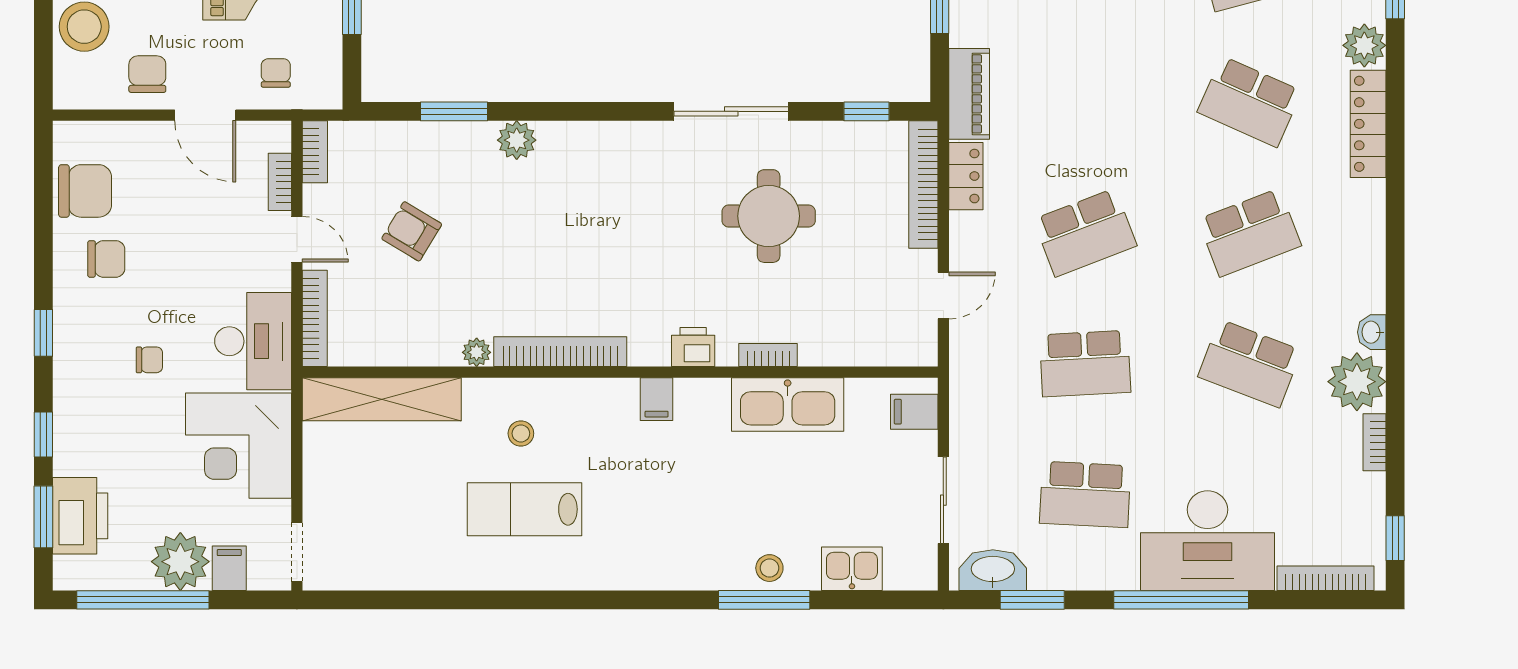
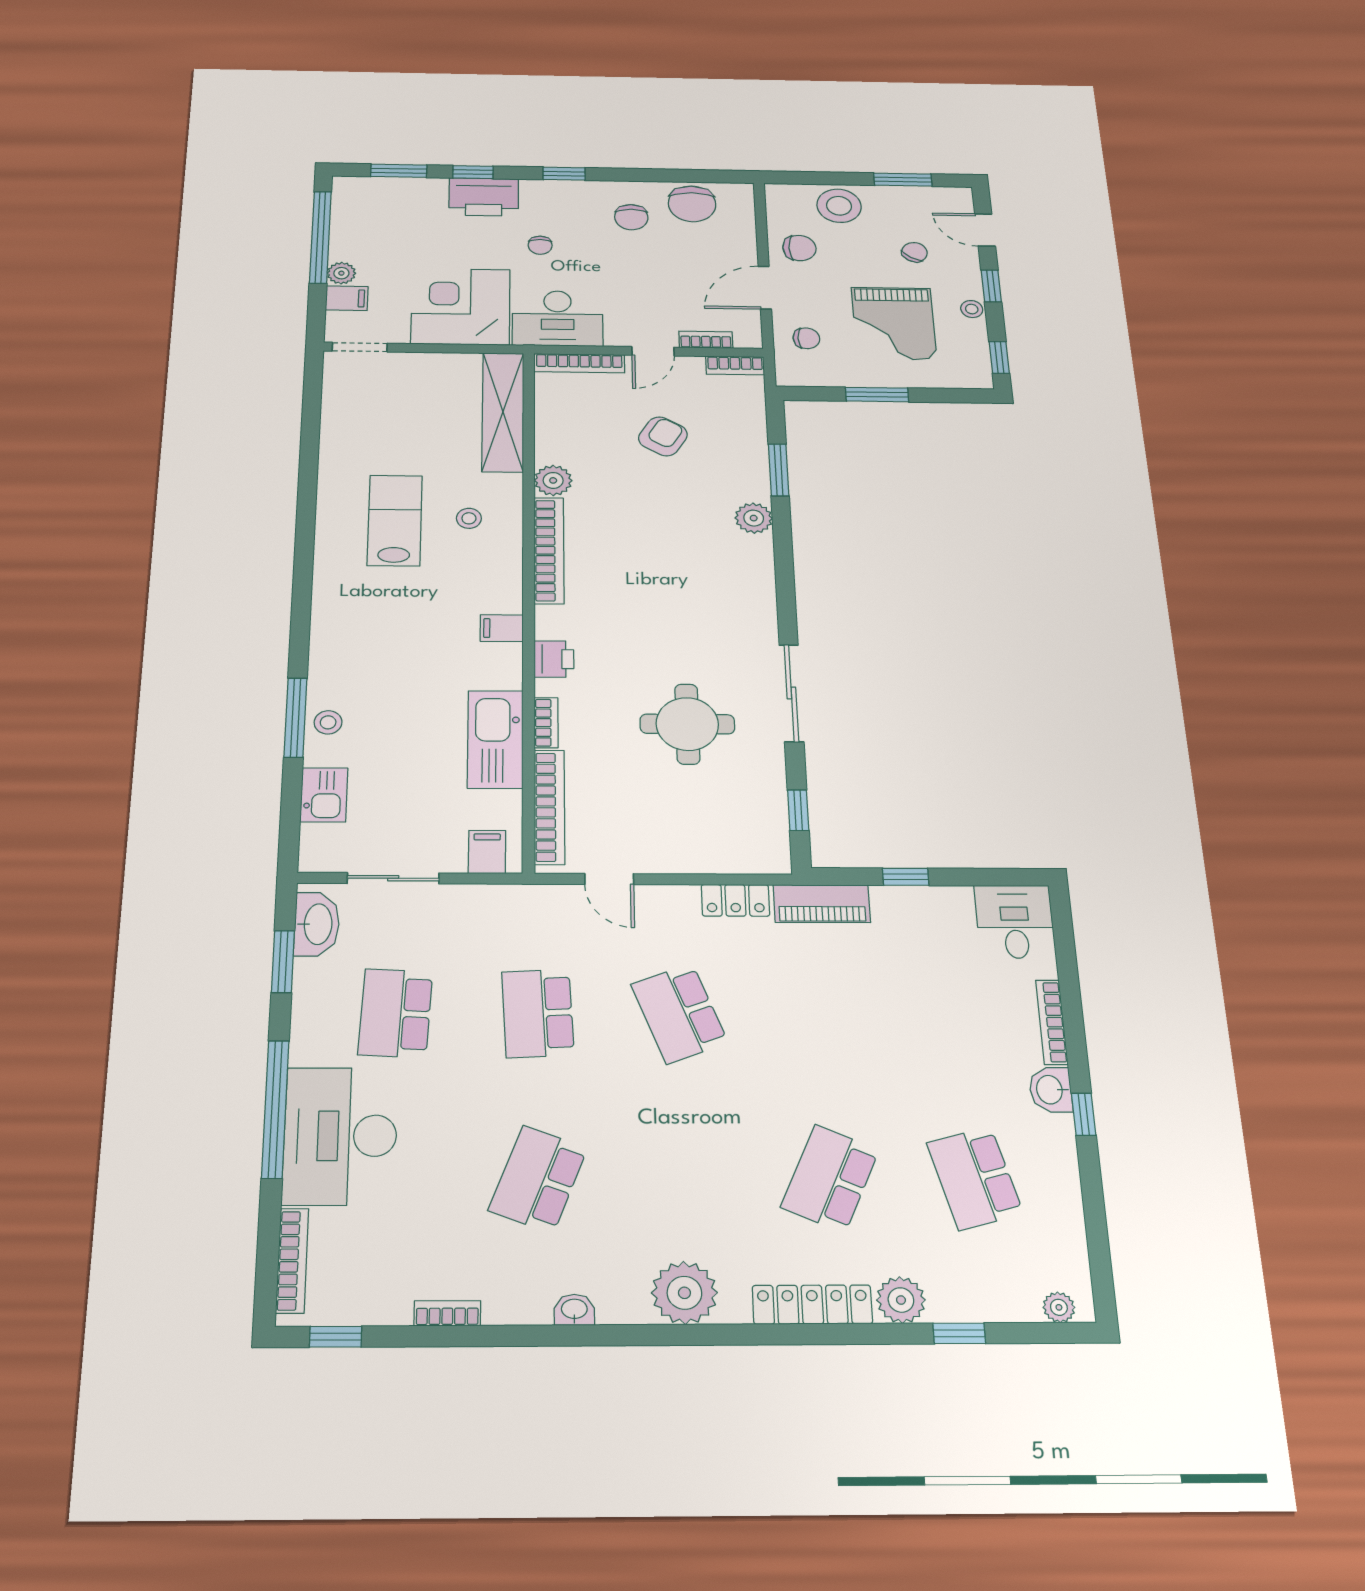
bookcase: (923, 184) -> (549, 807), moved, turned 90
school desk: (1250, 233) -> (684, 1179), removed
plant: (477, 352) -> (553, 480), width x1.38, depth x1.38
plant: (1357, 382) -> (684, 1293), moved
printer: (80, 516) -> (484, 197), moved
plant: (180, 562) -> (341, 273), width x0.53, depth x0.53

